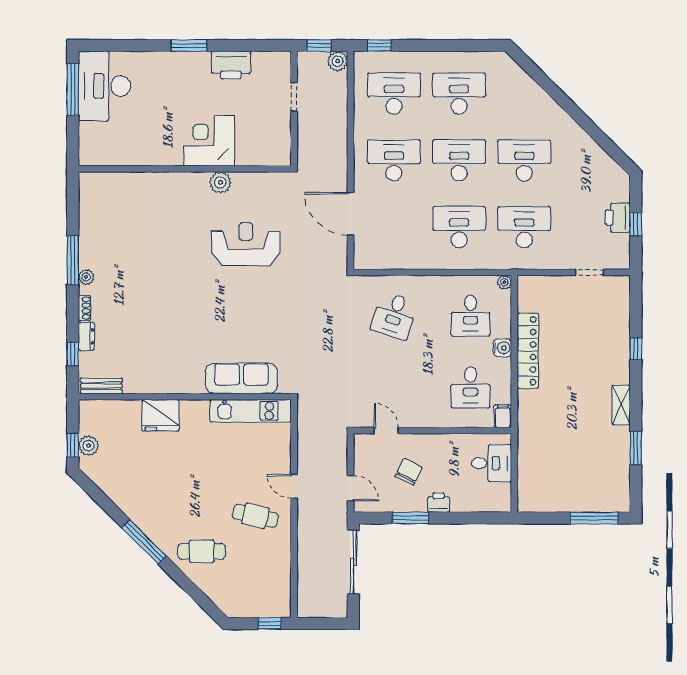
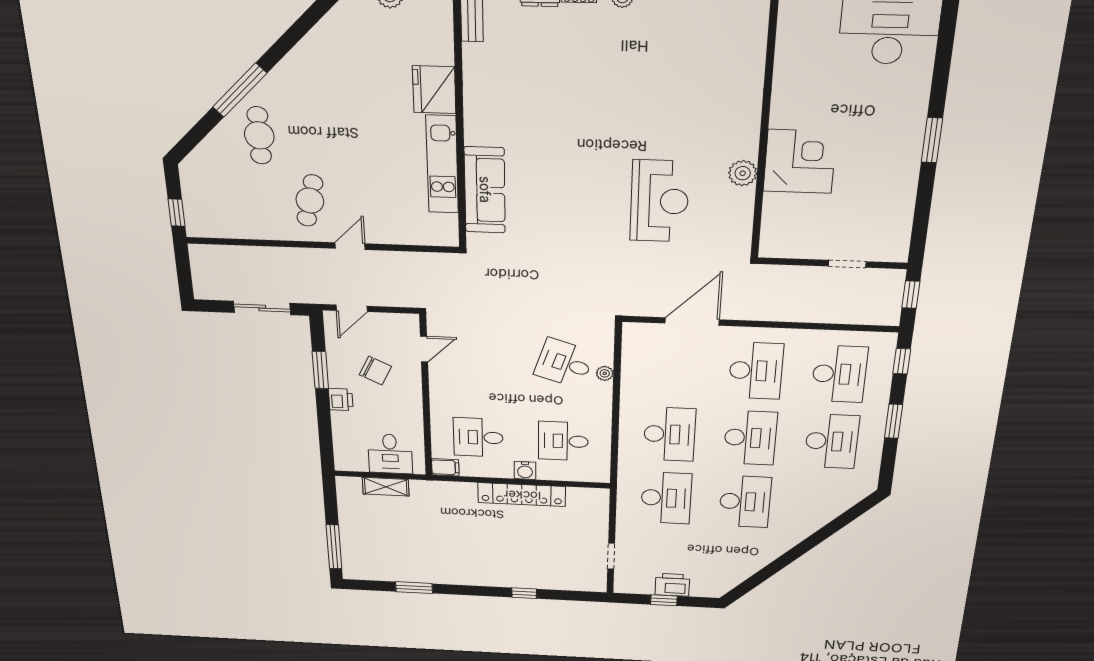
window: (437, 45) -> (894, 421), added
plant: (338, 61) -> (888, 315), removed
printer: (231, 65) -> (898, 191), removed
plant: (504, 282) -> (605, 373), moved
shelving: (621, 405) -> (386, 487), moved
kitchen unit: (251, 411) -> (442, 165), moved
window: (144, 542) -> (240, 90), moved
sliding door: (353, 562) -> (262, 308), width x0.73

